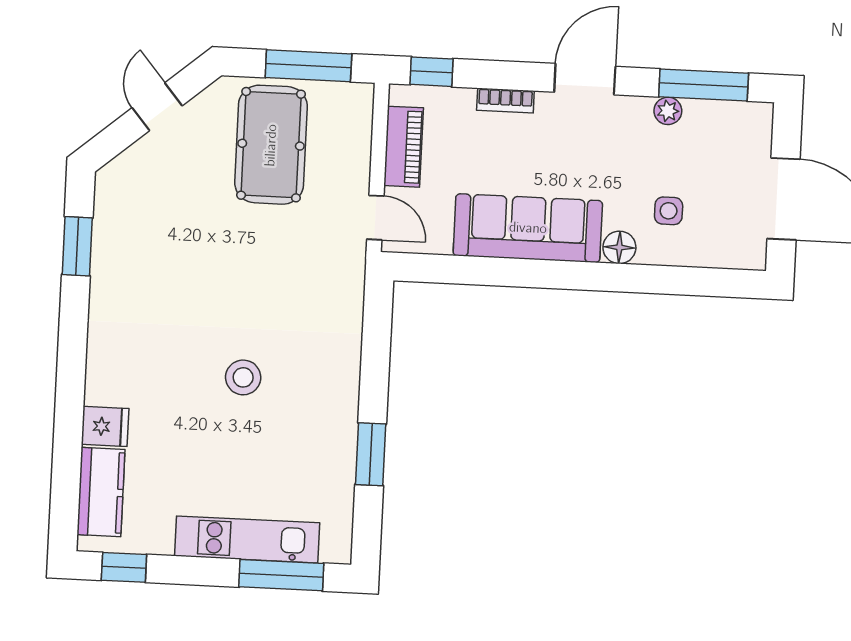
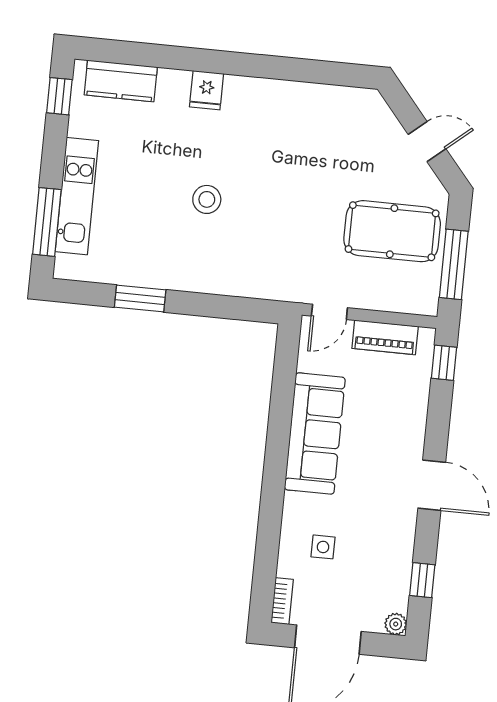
window: (704, 85) -> (422, 580), width x0.46
bookcase: (505, 100) -> (282, 601), moved, turned 180
plant: (668, 111) -> (396, 624), moved
window: (77, 246) -> (319, 72), removed
floor lamp: (619, 247) -> (296, 506), removed
fridge: (105, 426) -> (206, 90), moved

